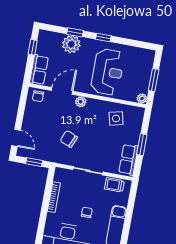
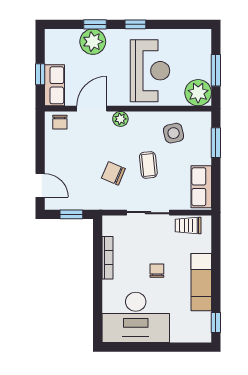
window: (33, 47) -> (40, 74), moved
plant: (142, 98) -> (198, 93), width x1.88, depth x1.88
coffee table: (94, 137) -> (148, 165), added
window: (142, 145) -> (216, 143), moved

